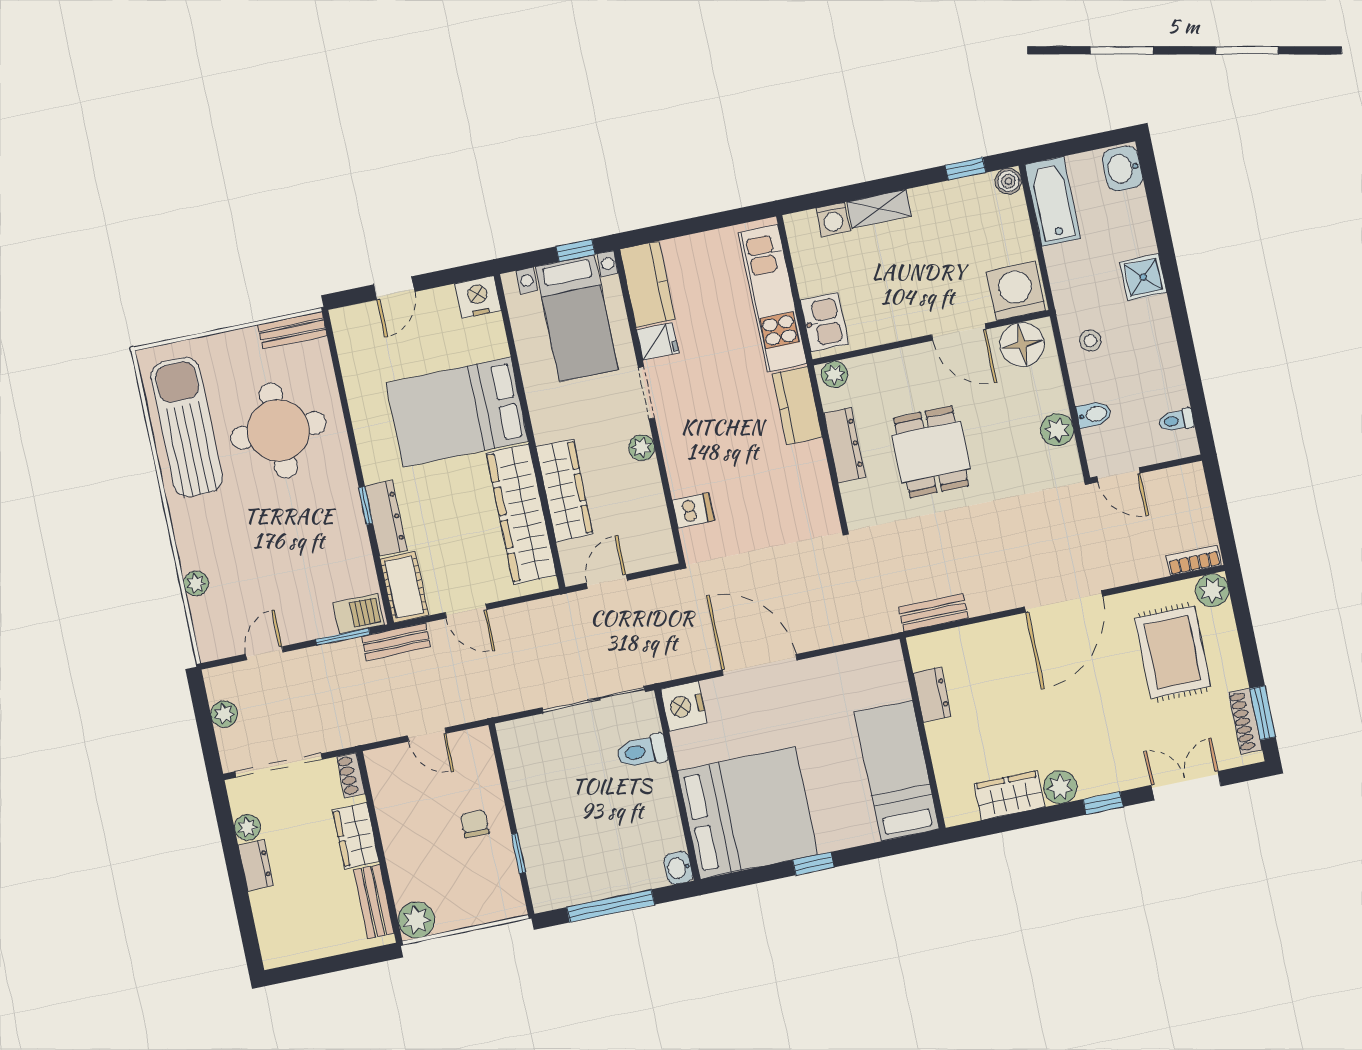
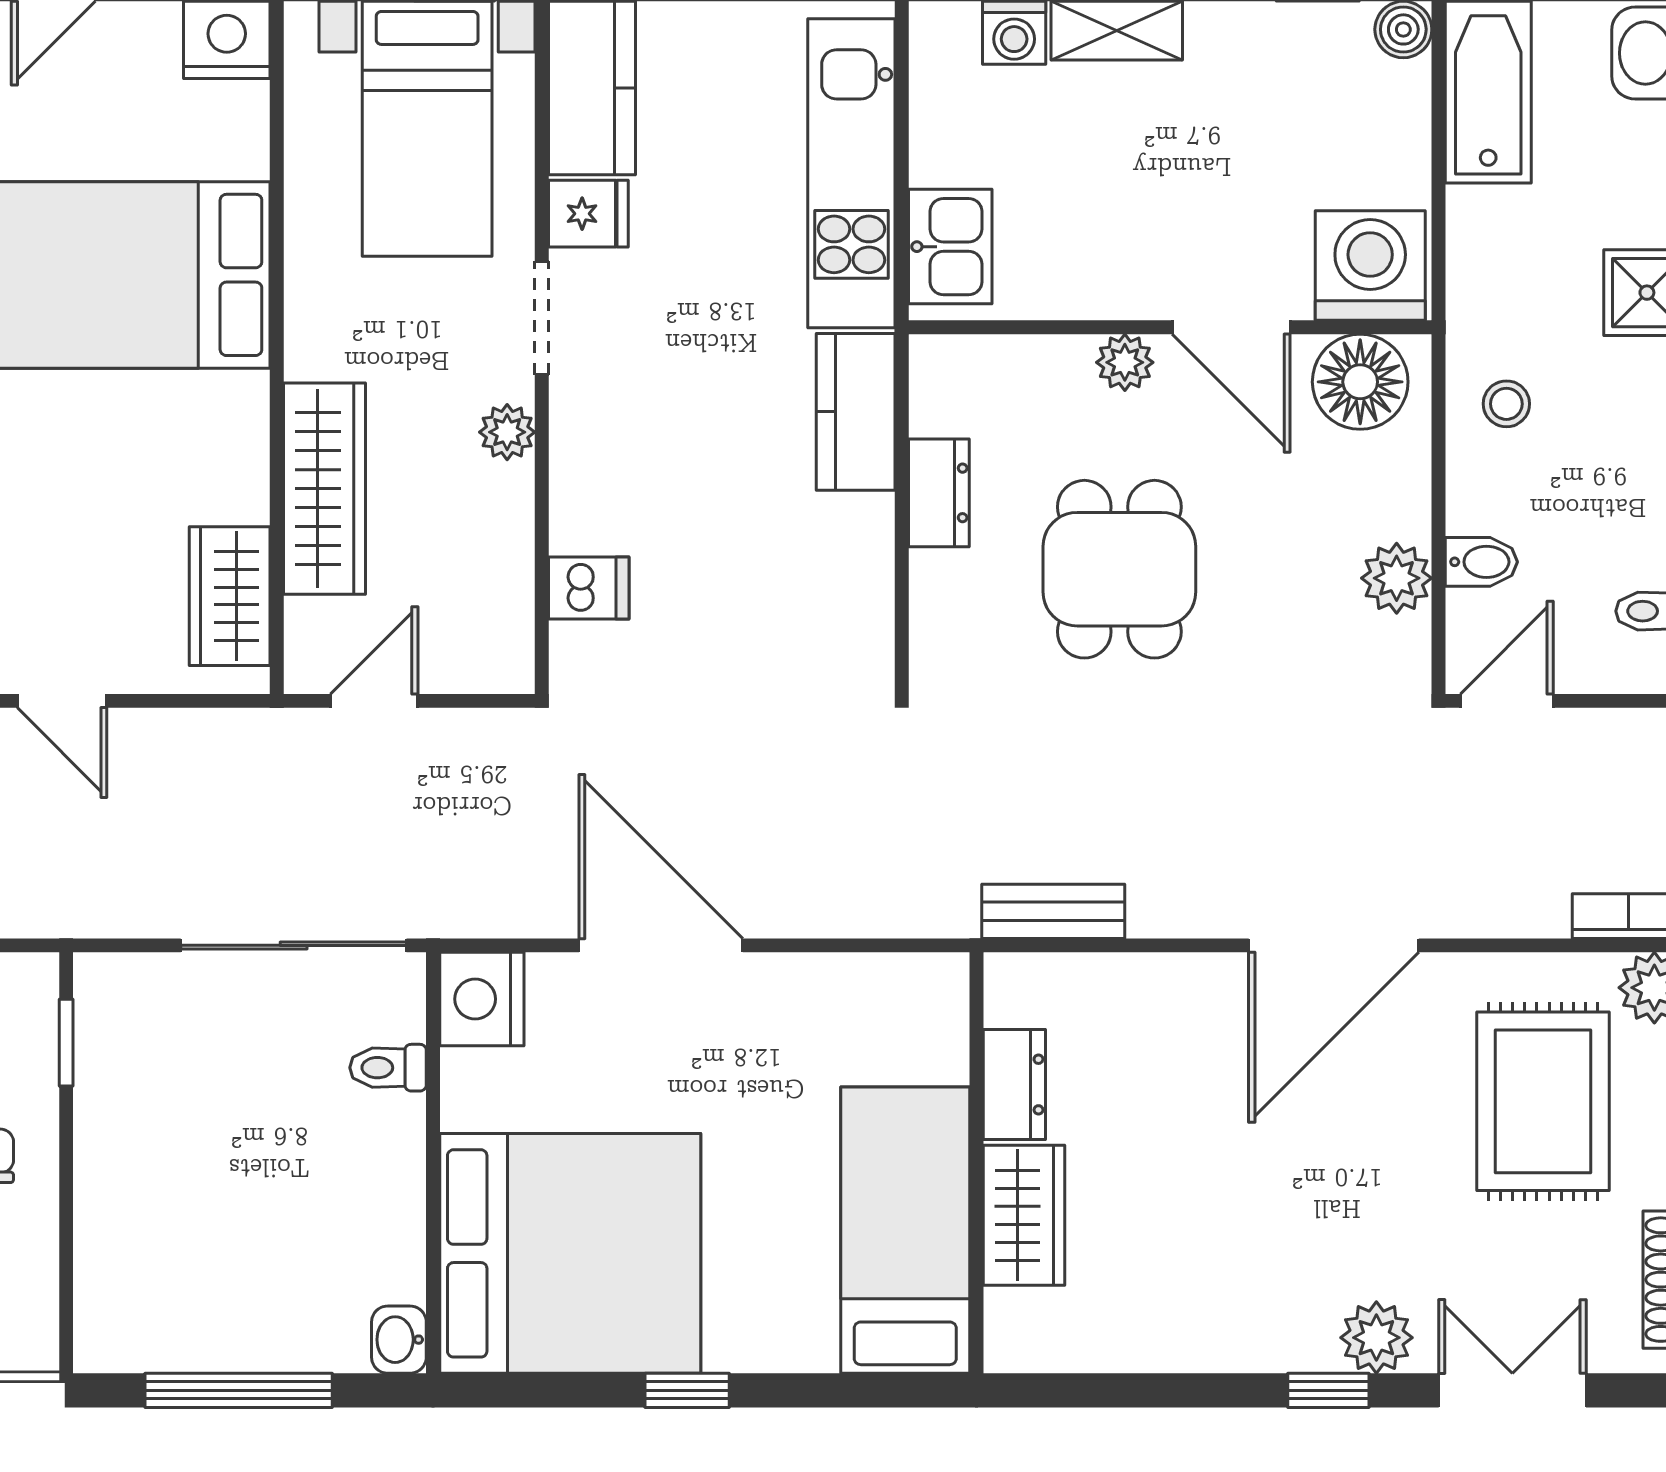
plant: (835, 374) -> (1125, 362), moved
dresser: (845, 445) -> (939, 493), width x0.70
door: (1118, 475) -> (1507, 701), swing flipped
wardrobe: (521, 514) -> (230, 596), width x0.48, depth x0.85
toilet: (642, 751) -> (388, 1068), width x0.73, depth x0.72
plant: (1060, 787) -> (1376, 1338), moved
wardrobe: (1009, 795) -> (1024, 1215), moved, turned 90
window: (518, 853) -> (66, 1043), moved

